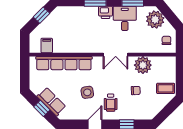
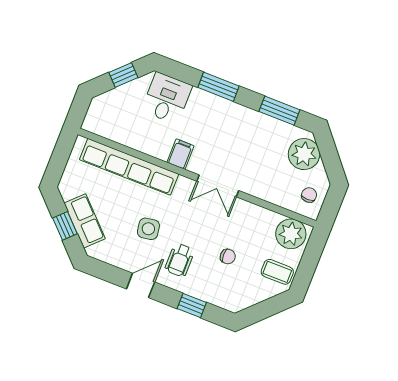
printer: (106, 12) -> (229, 111), removed
desk: (125, 18) -> (167, 98), moved
filing cabinet: (47, 46) -> (180, 154), moved
plant: (143, 65) -> (291, 234), moved

